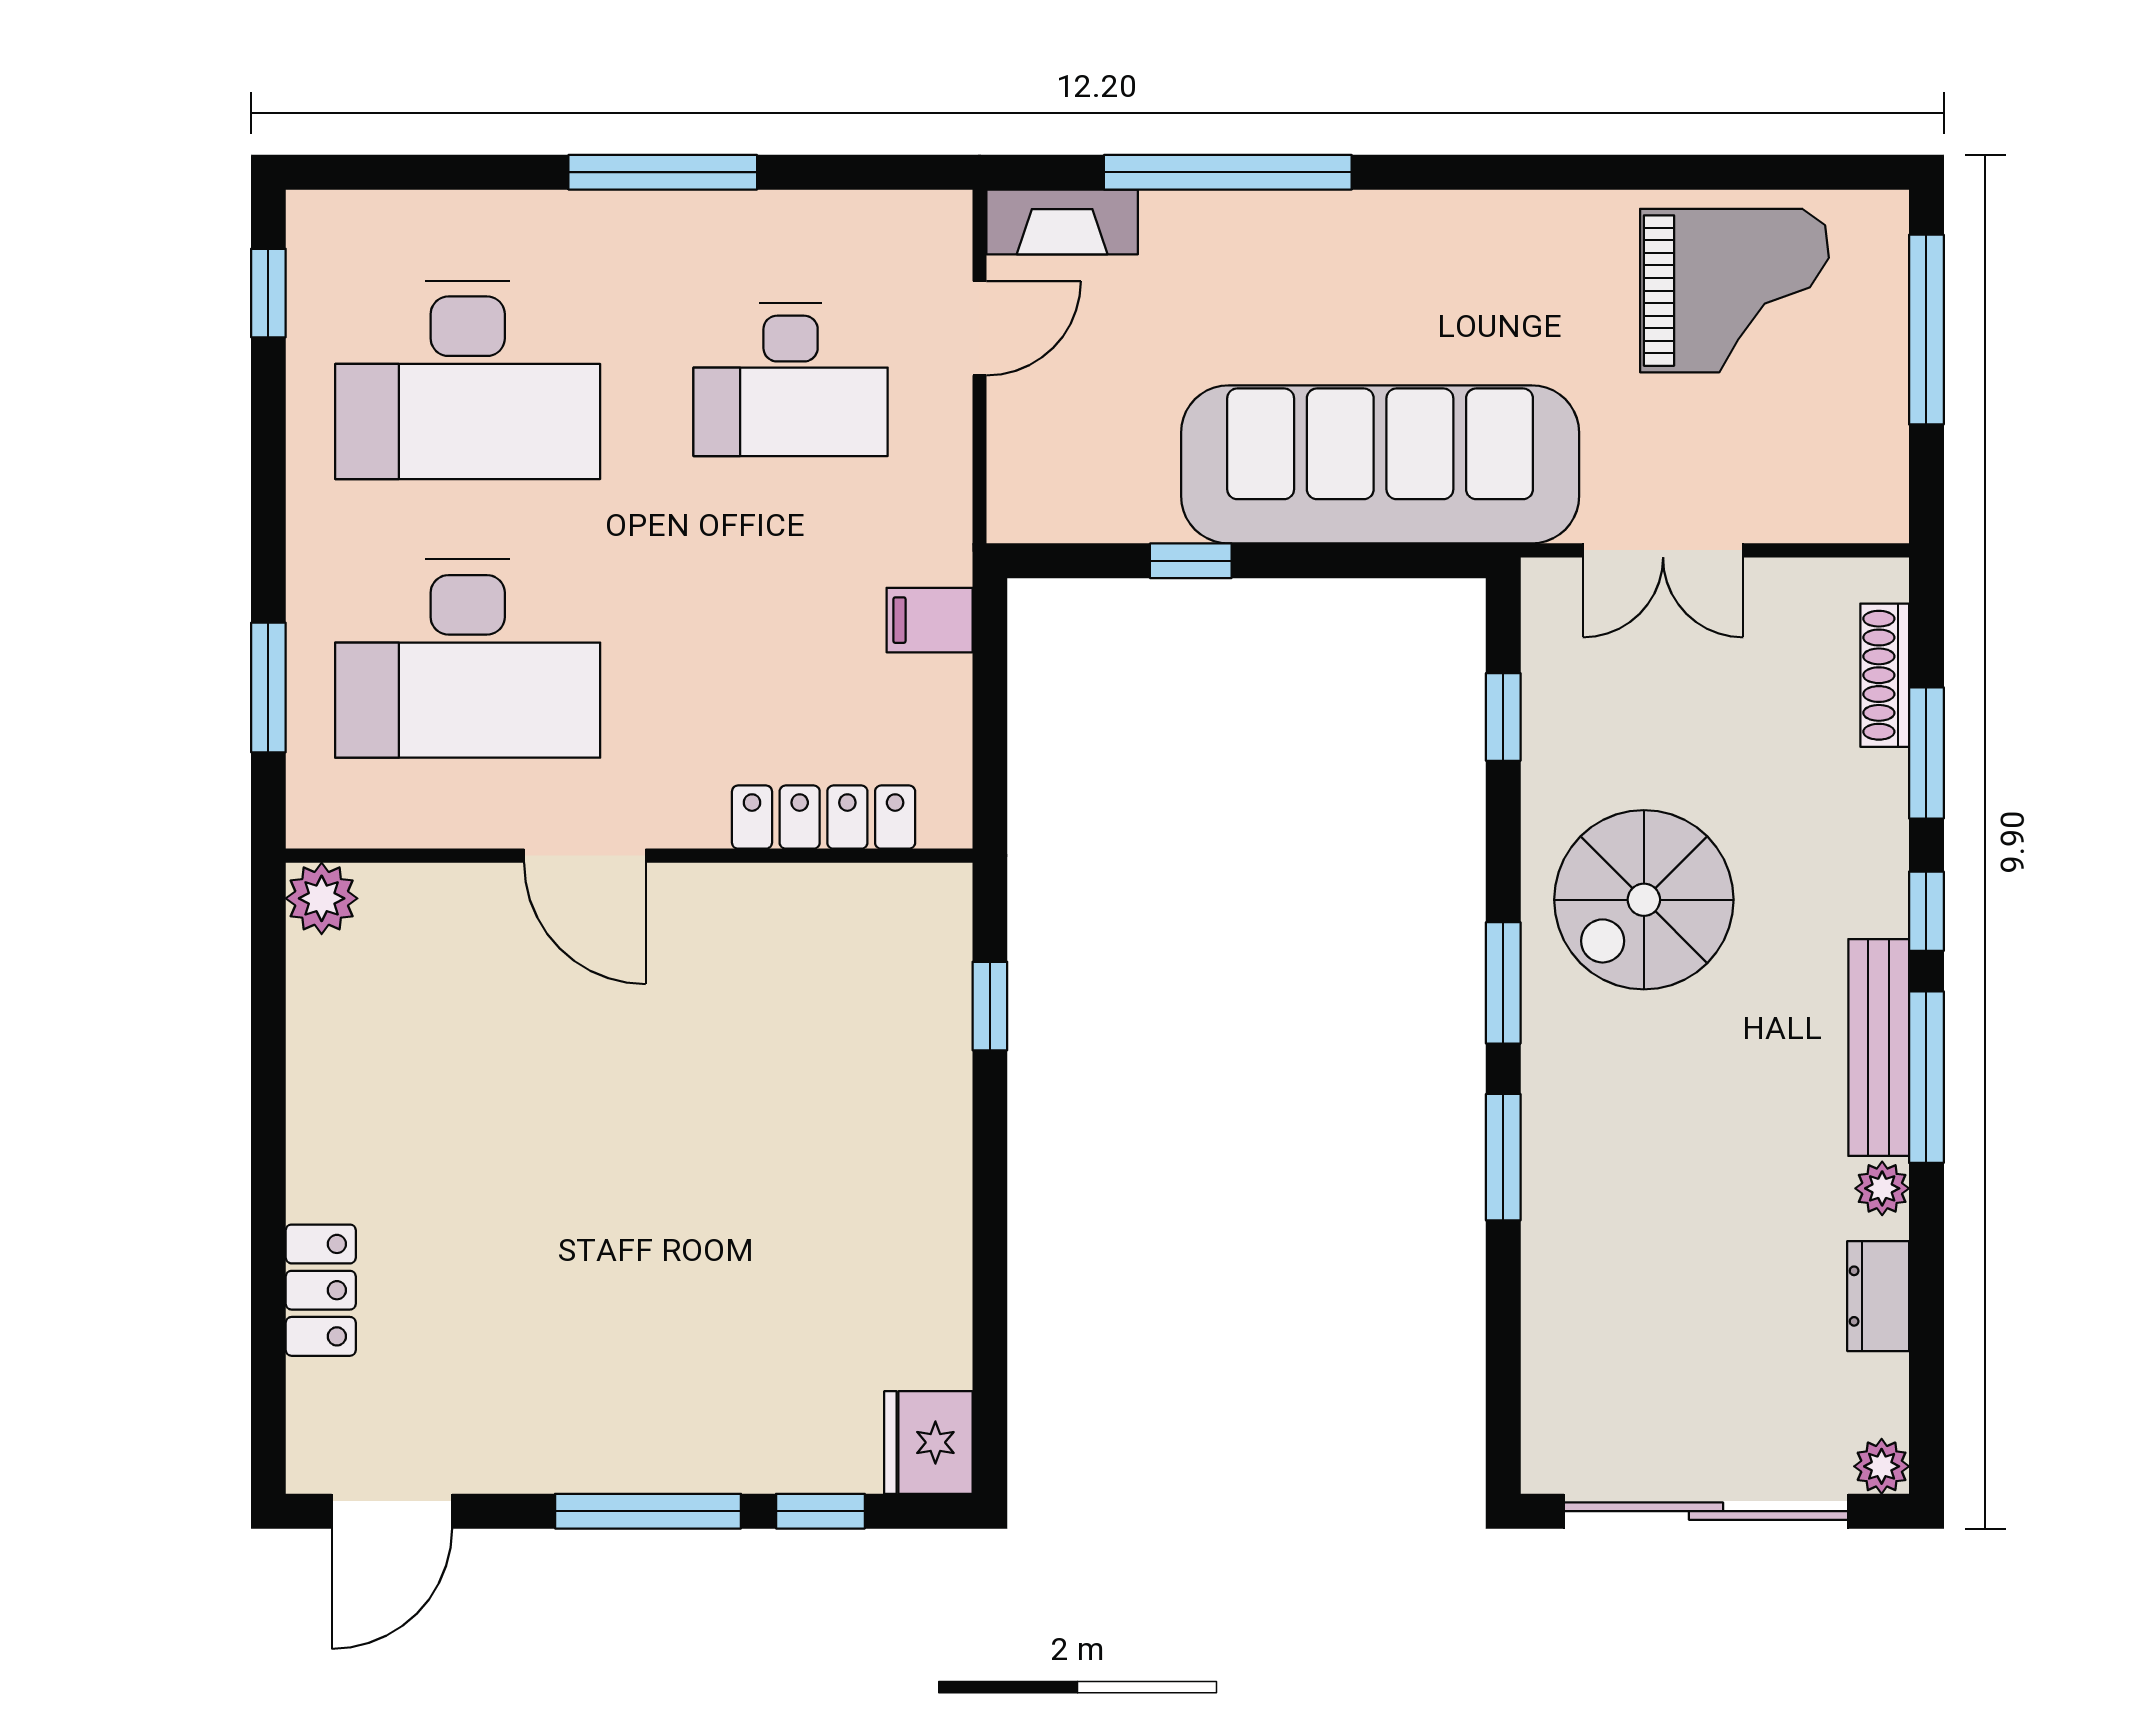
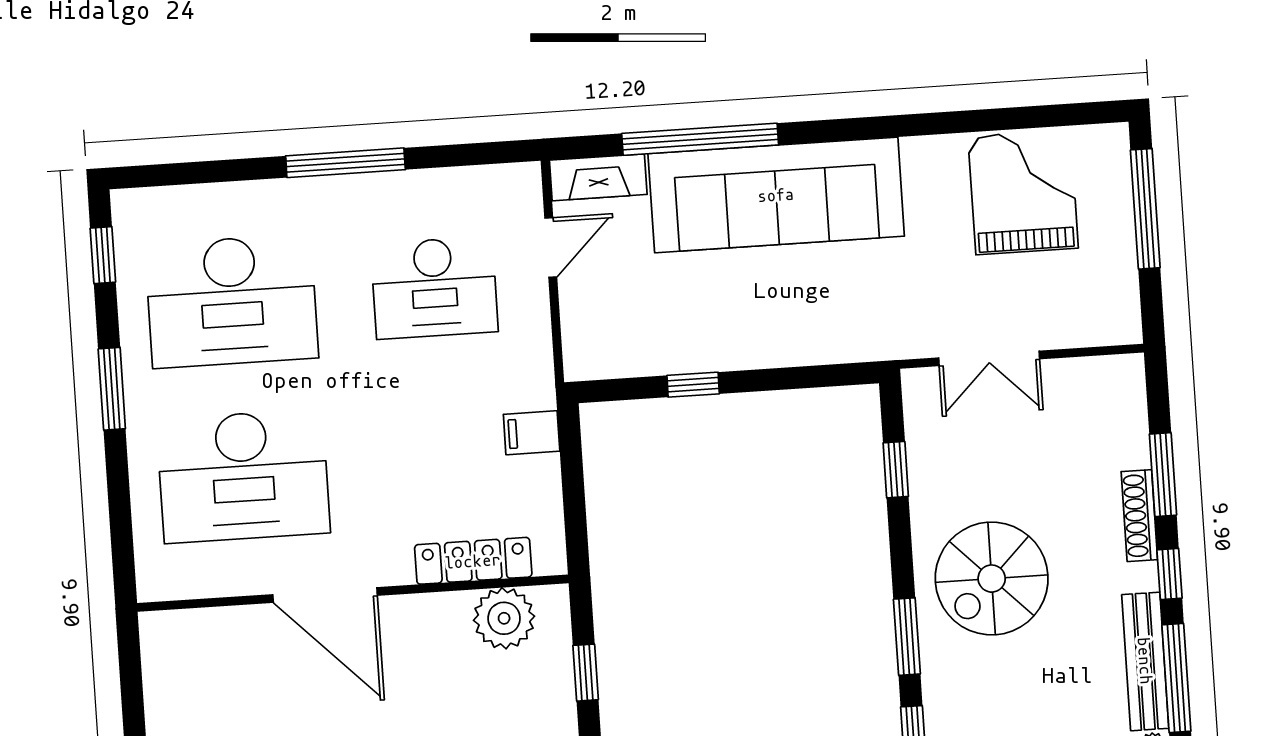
grand piano: (1734, 291) -> (1023, 192), turned -90
sofa: (1380, 464) -> (776, 195), moved, turned 180
shoe rack: (1885, 675) -> (1139, 516), moved
window: (268, 687) -> (112, 389), moved
door: (585, 856) -> (325, 595), width x1.36
plant: (322, 898) -> (504, 618), moved, width x1.36, depth x1.36

